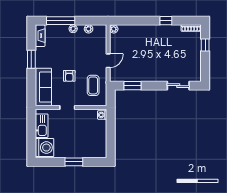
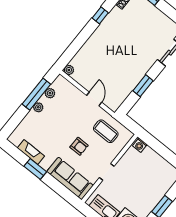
window: (61, 21) -> (36, 94), moved
fireplace: (40, 36) -> (31, 152), moved
window: (133, 86) -> (143, 86), moved

